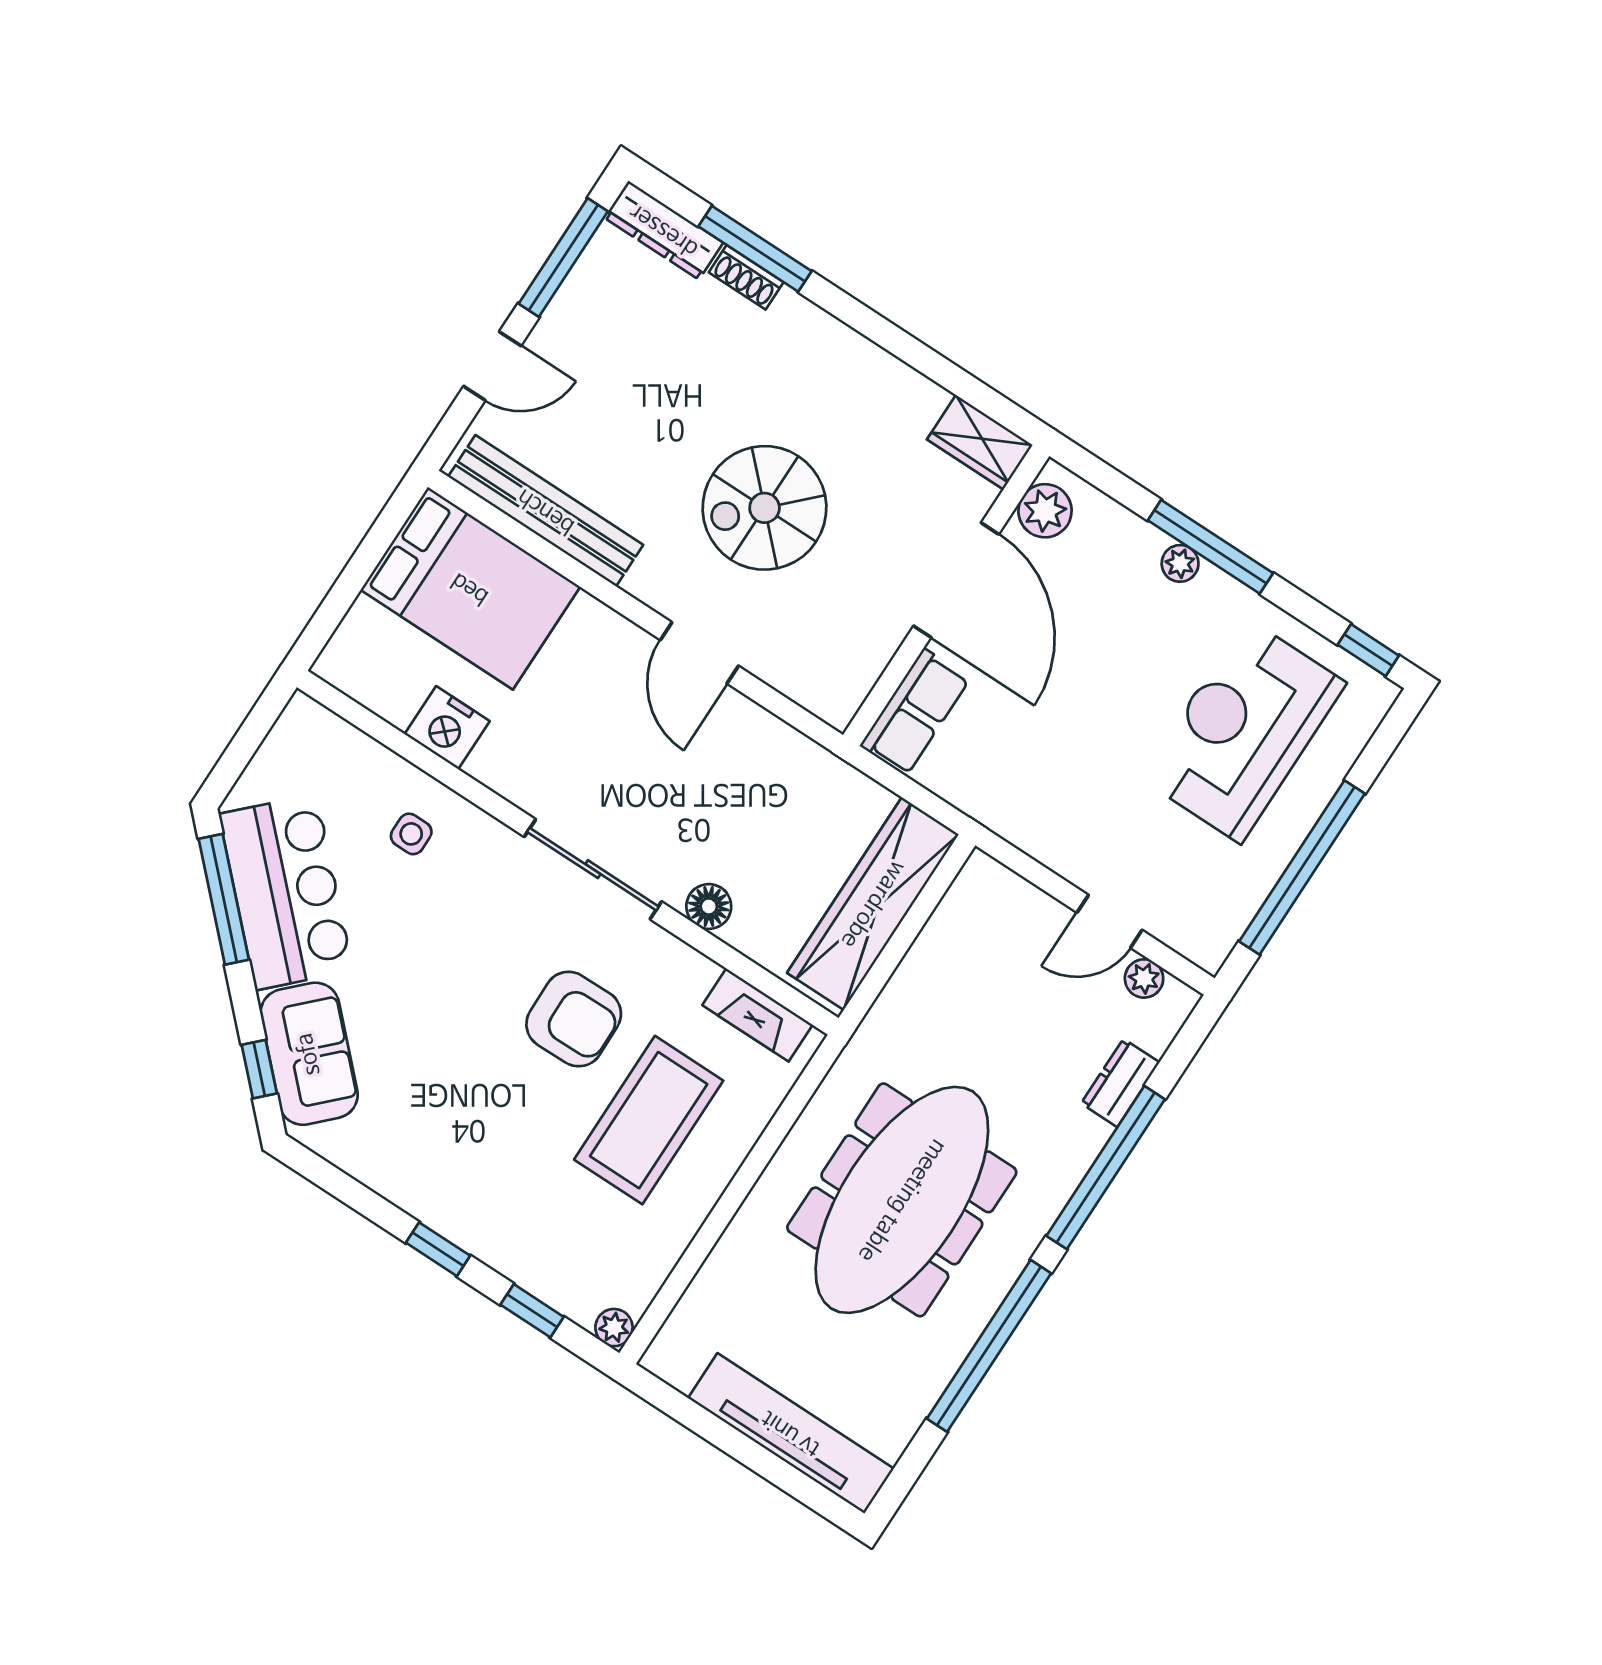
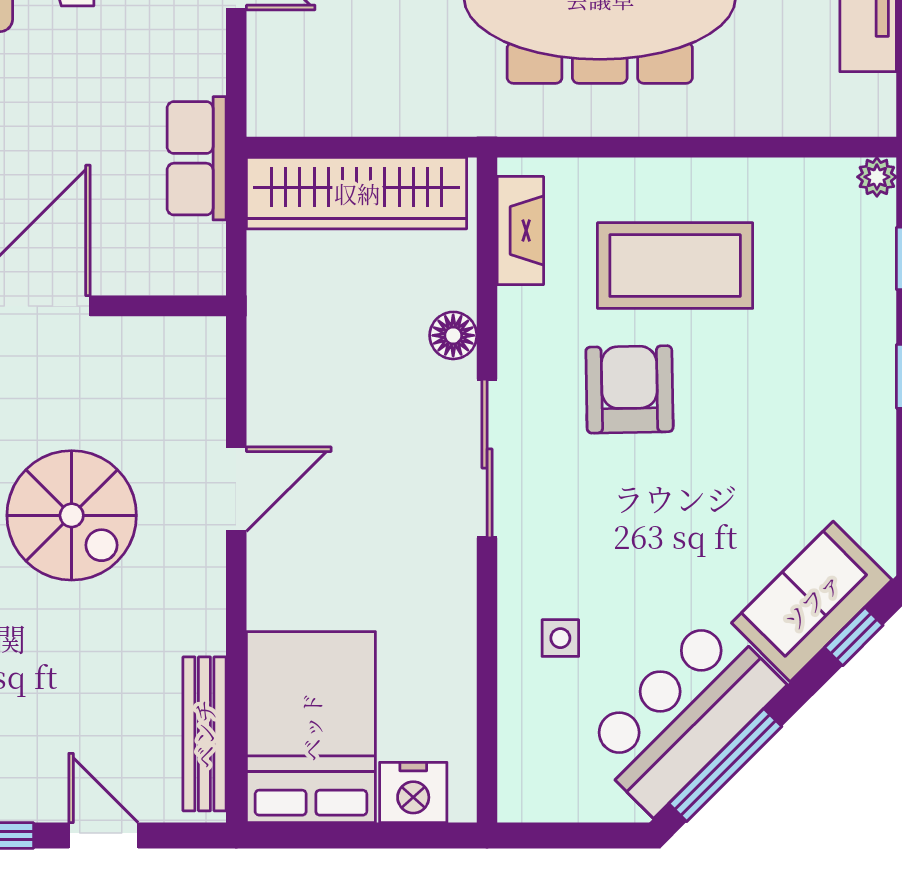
bench: (546, 511) -> (204, 734), width x0.73, depth x0.82
row of seats: (915, 712) -> (197, 158), moved, turned -90
nightstand: (447, 728) -> (413, 793), moved, turned 90

